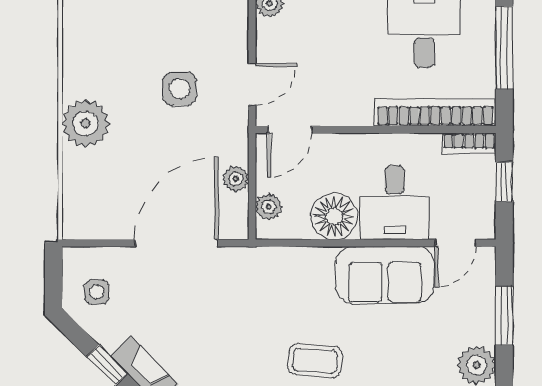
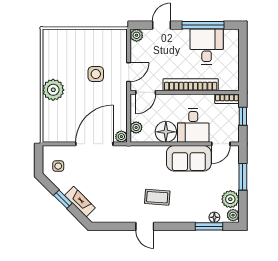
window: (504, 48) -> (243, 55), removed
bookcase: (435, 112) -> (191, 85), moved
plant: (236, 179) -> (121, 137), moved

